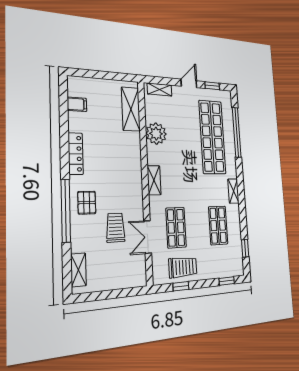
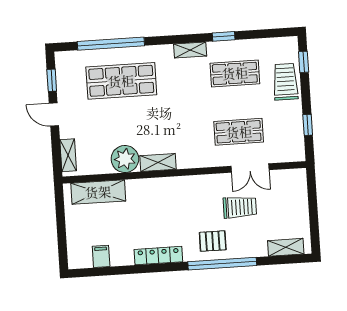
shop shelf: (212, 137) -> (121, 81), width x0.71
shelving: (154, 180) -> (158, 163), moved
trolley: (115, 228) -> (240, 207), turned 180
window: (245, 248) -> (224, 36), moved
trolley: (183, 267) -> (285, 82), moved

